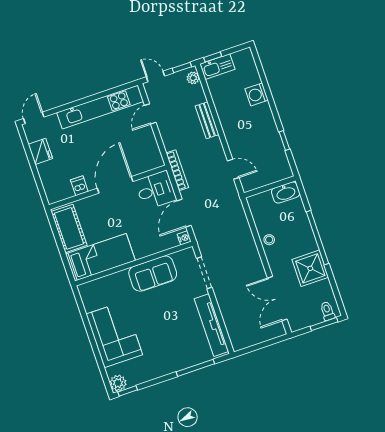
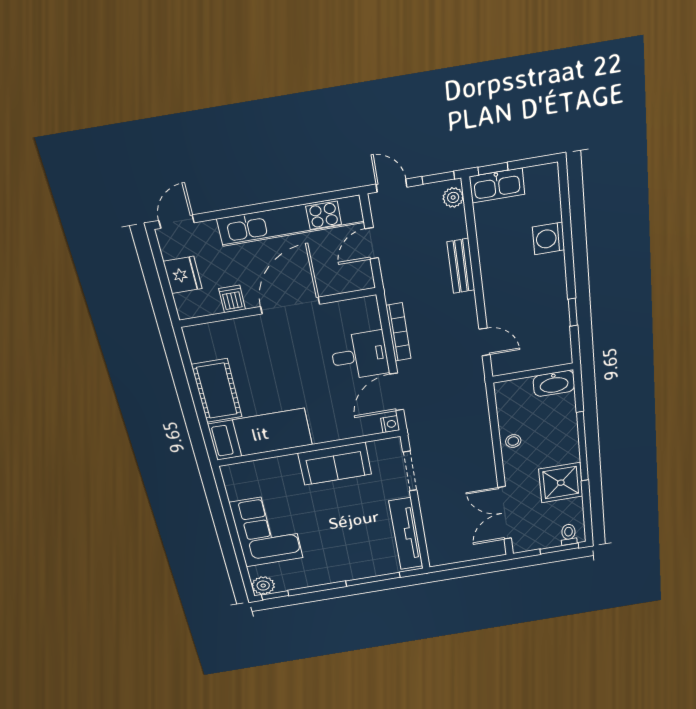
door: (115, 185) -> (290, 305), moved
dishwasher: (79, 186) -> (232, 299), moved
wall: (108, 187) -> (278, 307), moved

